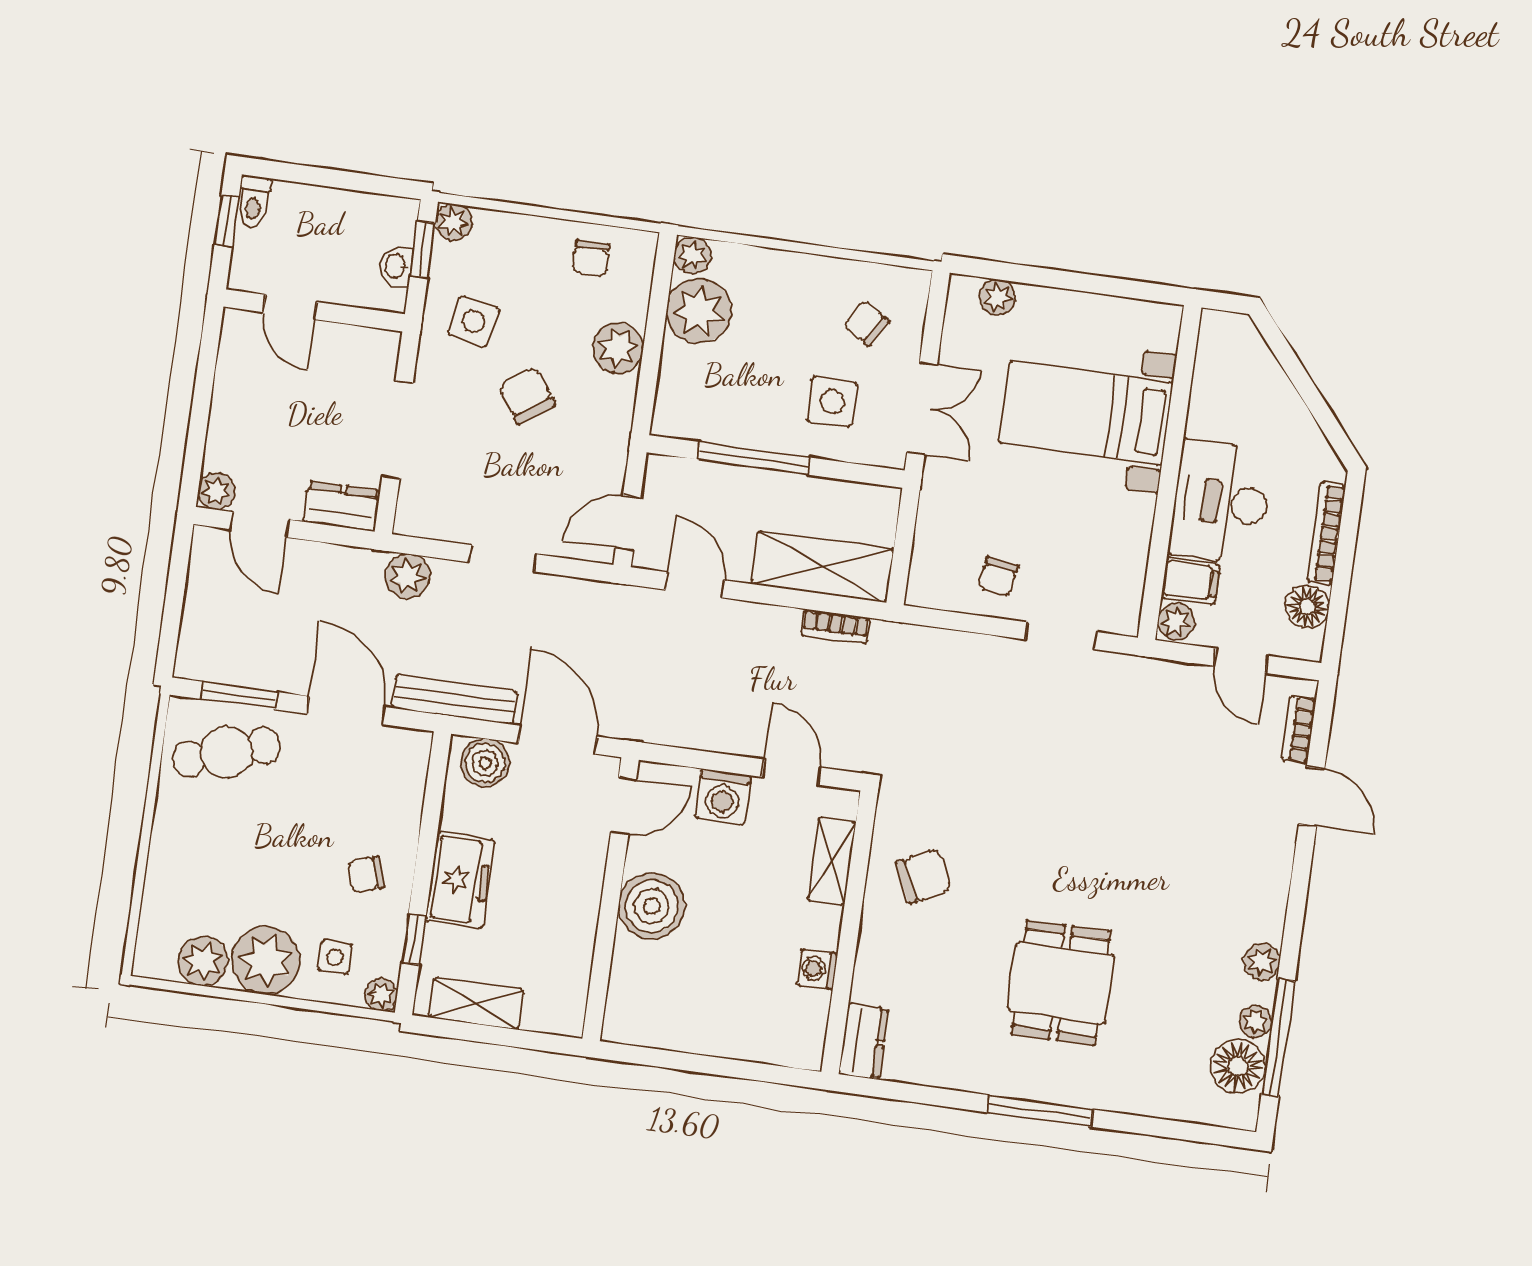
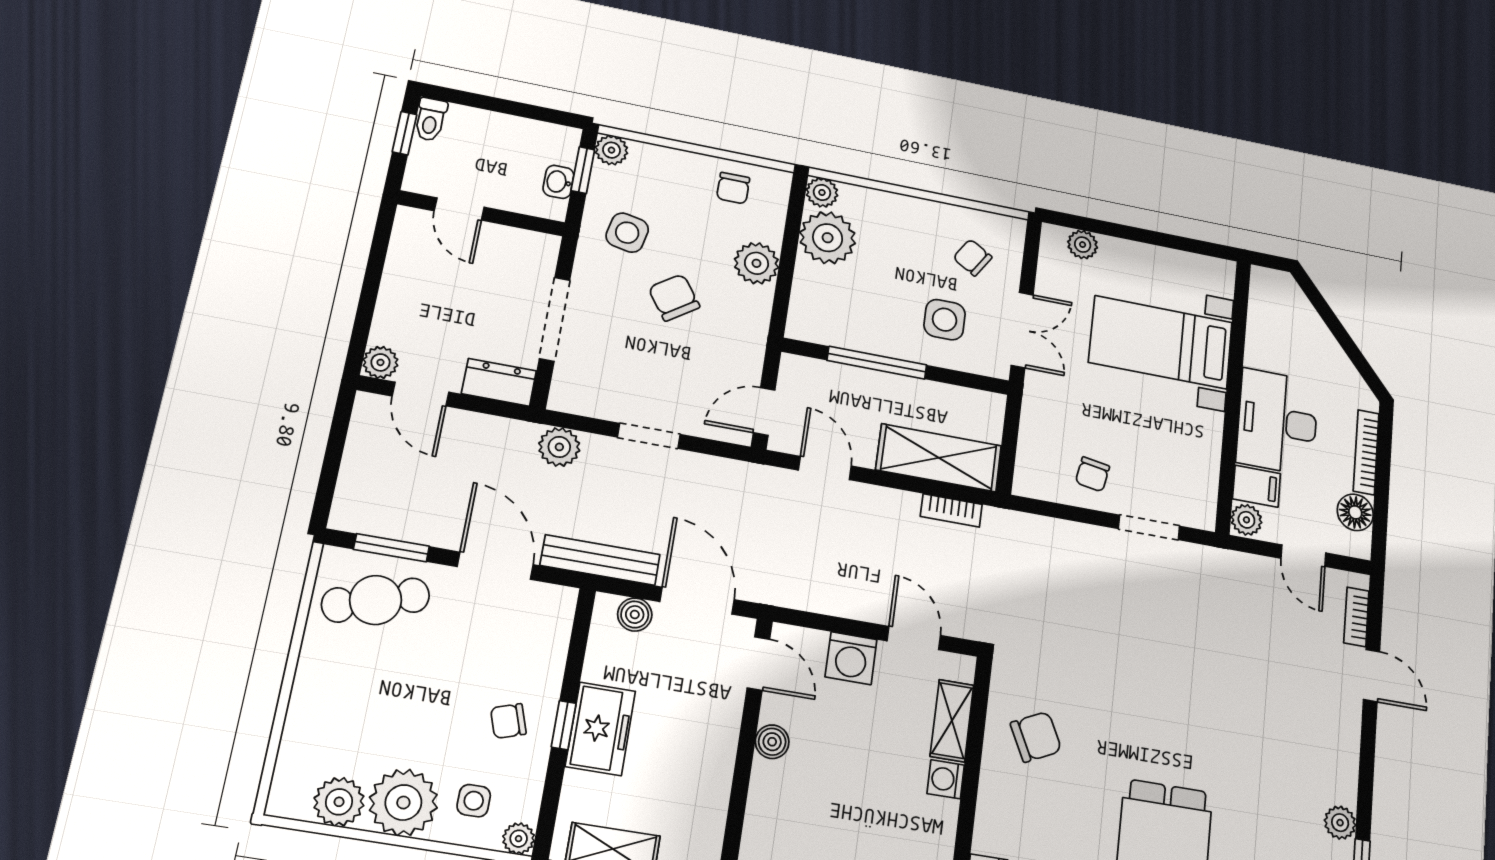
boiler: (485, 763) -> (635, 615), width x0.73, depth x0.73
door: (624, 806) -> (758, 664), hinge flipped
boiler: (652, 906) -> (772, 742), width x0.54, depth x0.54
window: (414, 939) -> (564, 725), moved
washing machine: (817, 969) -> (946, 779), moved

